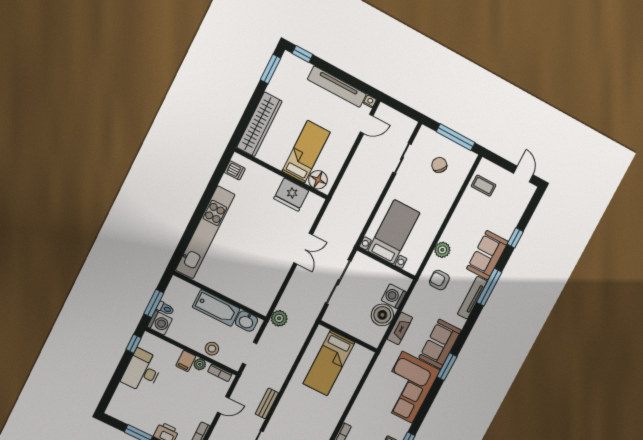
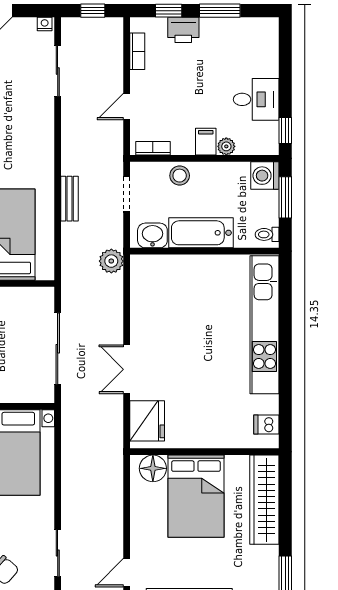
bed: (306, 152) -> (196, 496), width x1.50
fridge: (291, 195) -> (147, 421), moved, turned 90
toilet: (165, 308) -> (267, 234), moved
plant: (200, 364) -> (226, 146), moved
desk: (142, 371) -> (256, 99), width x0.73
bench: (267, 403) -> (70, 199), moved

